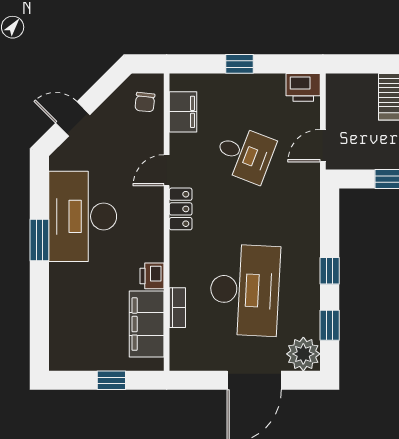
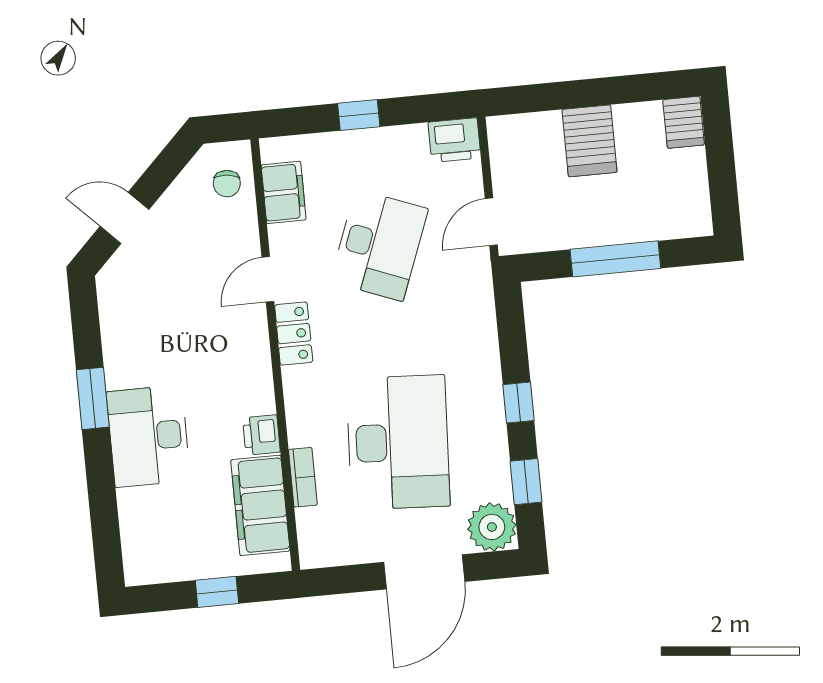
desk: (245, 154) -> (379, 245), width x1.37
desk: (83, 216) -> (148, 436), moved, width x0.73, depth x0.77

